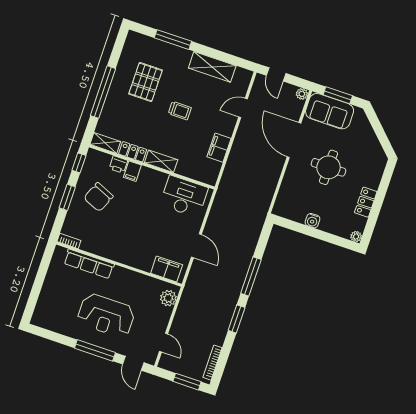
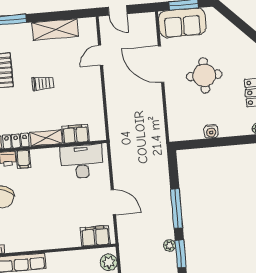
plant: (302, 94) -> (169, 245), moved
filing cabinet: (219, 148) -> (76, 134), moved, turned 90

